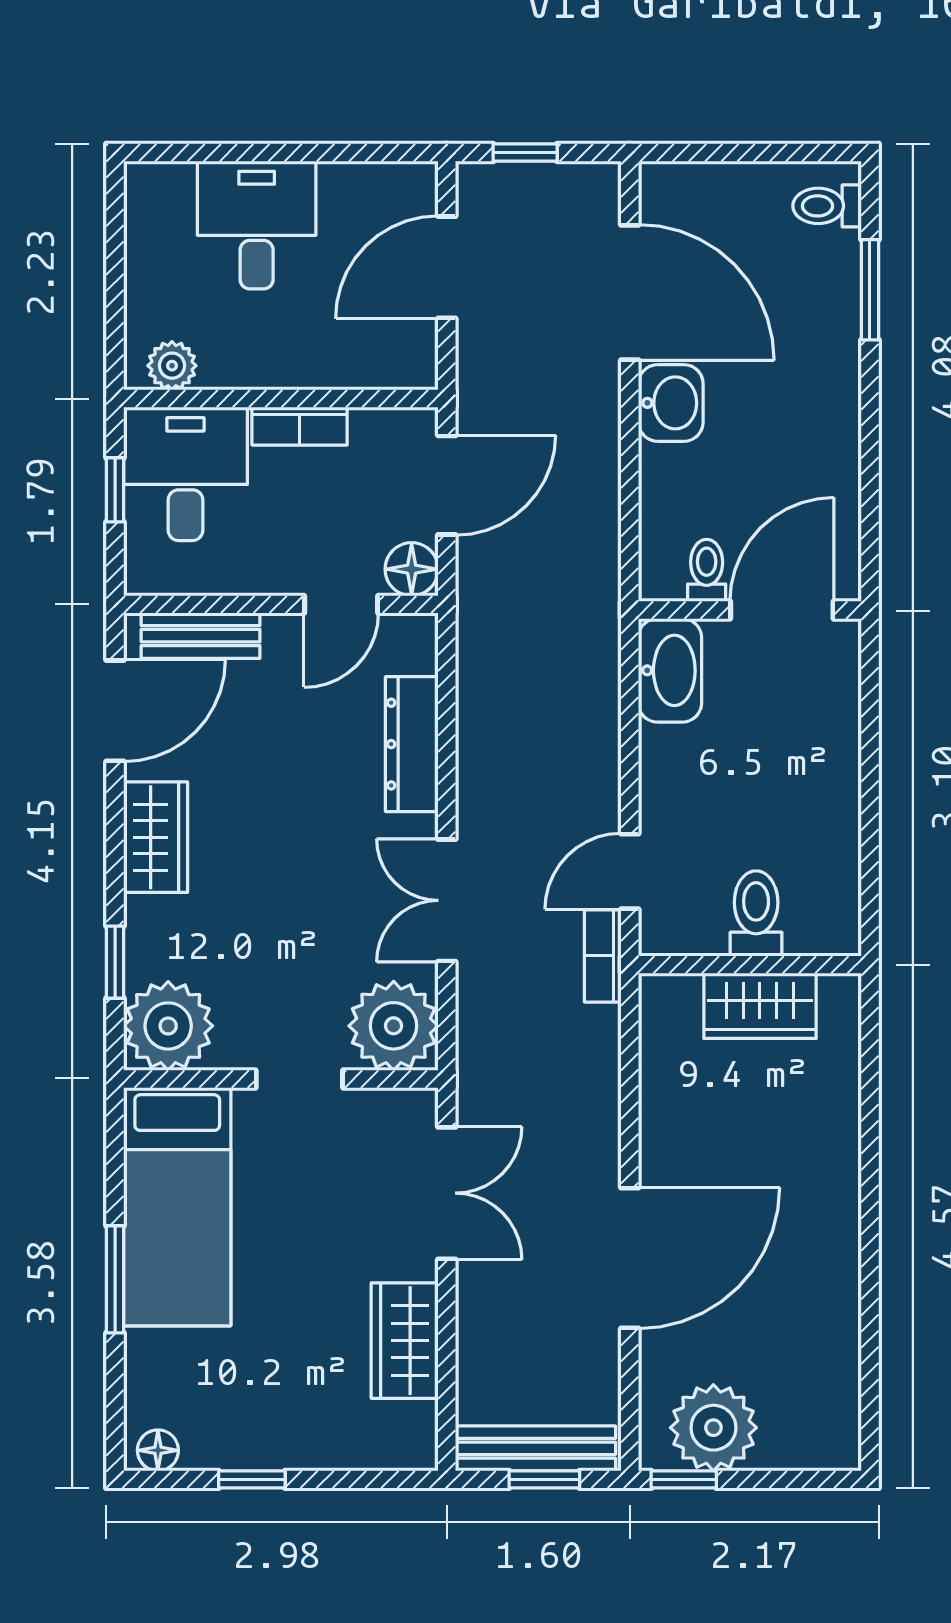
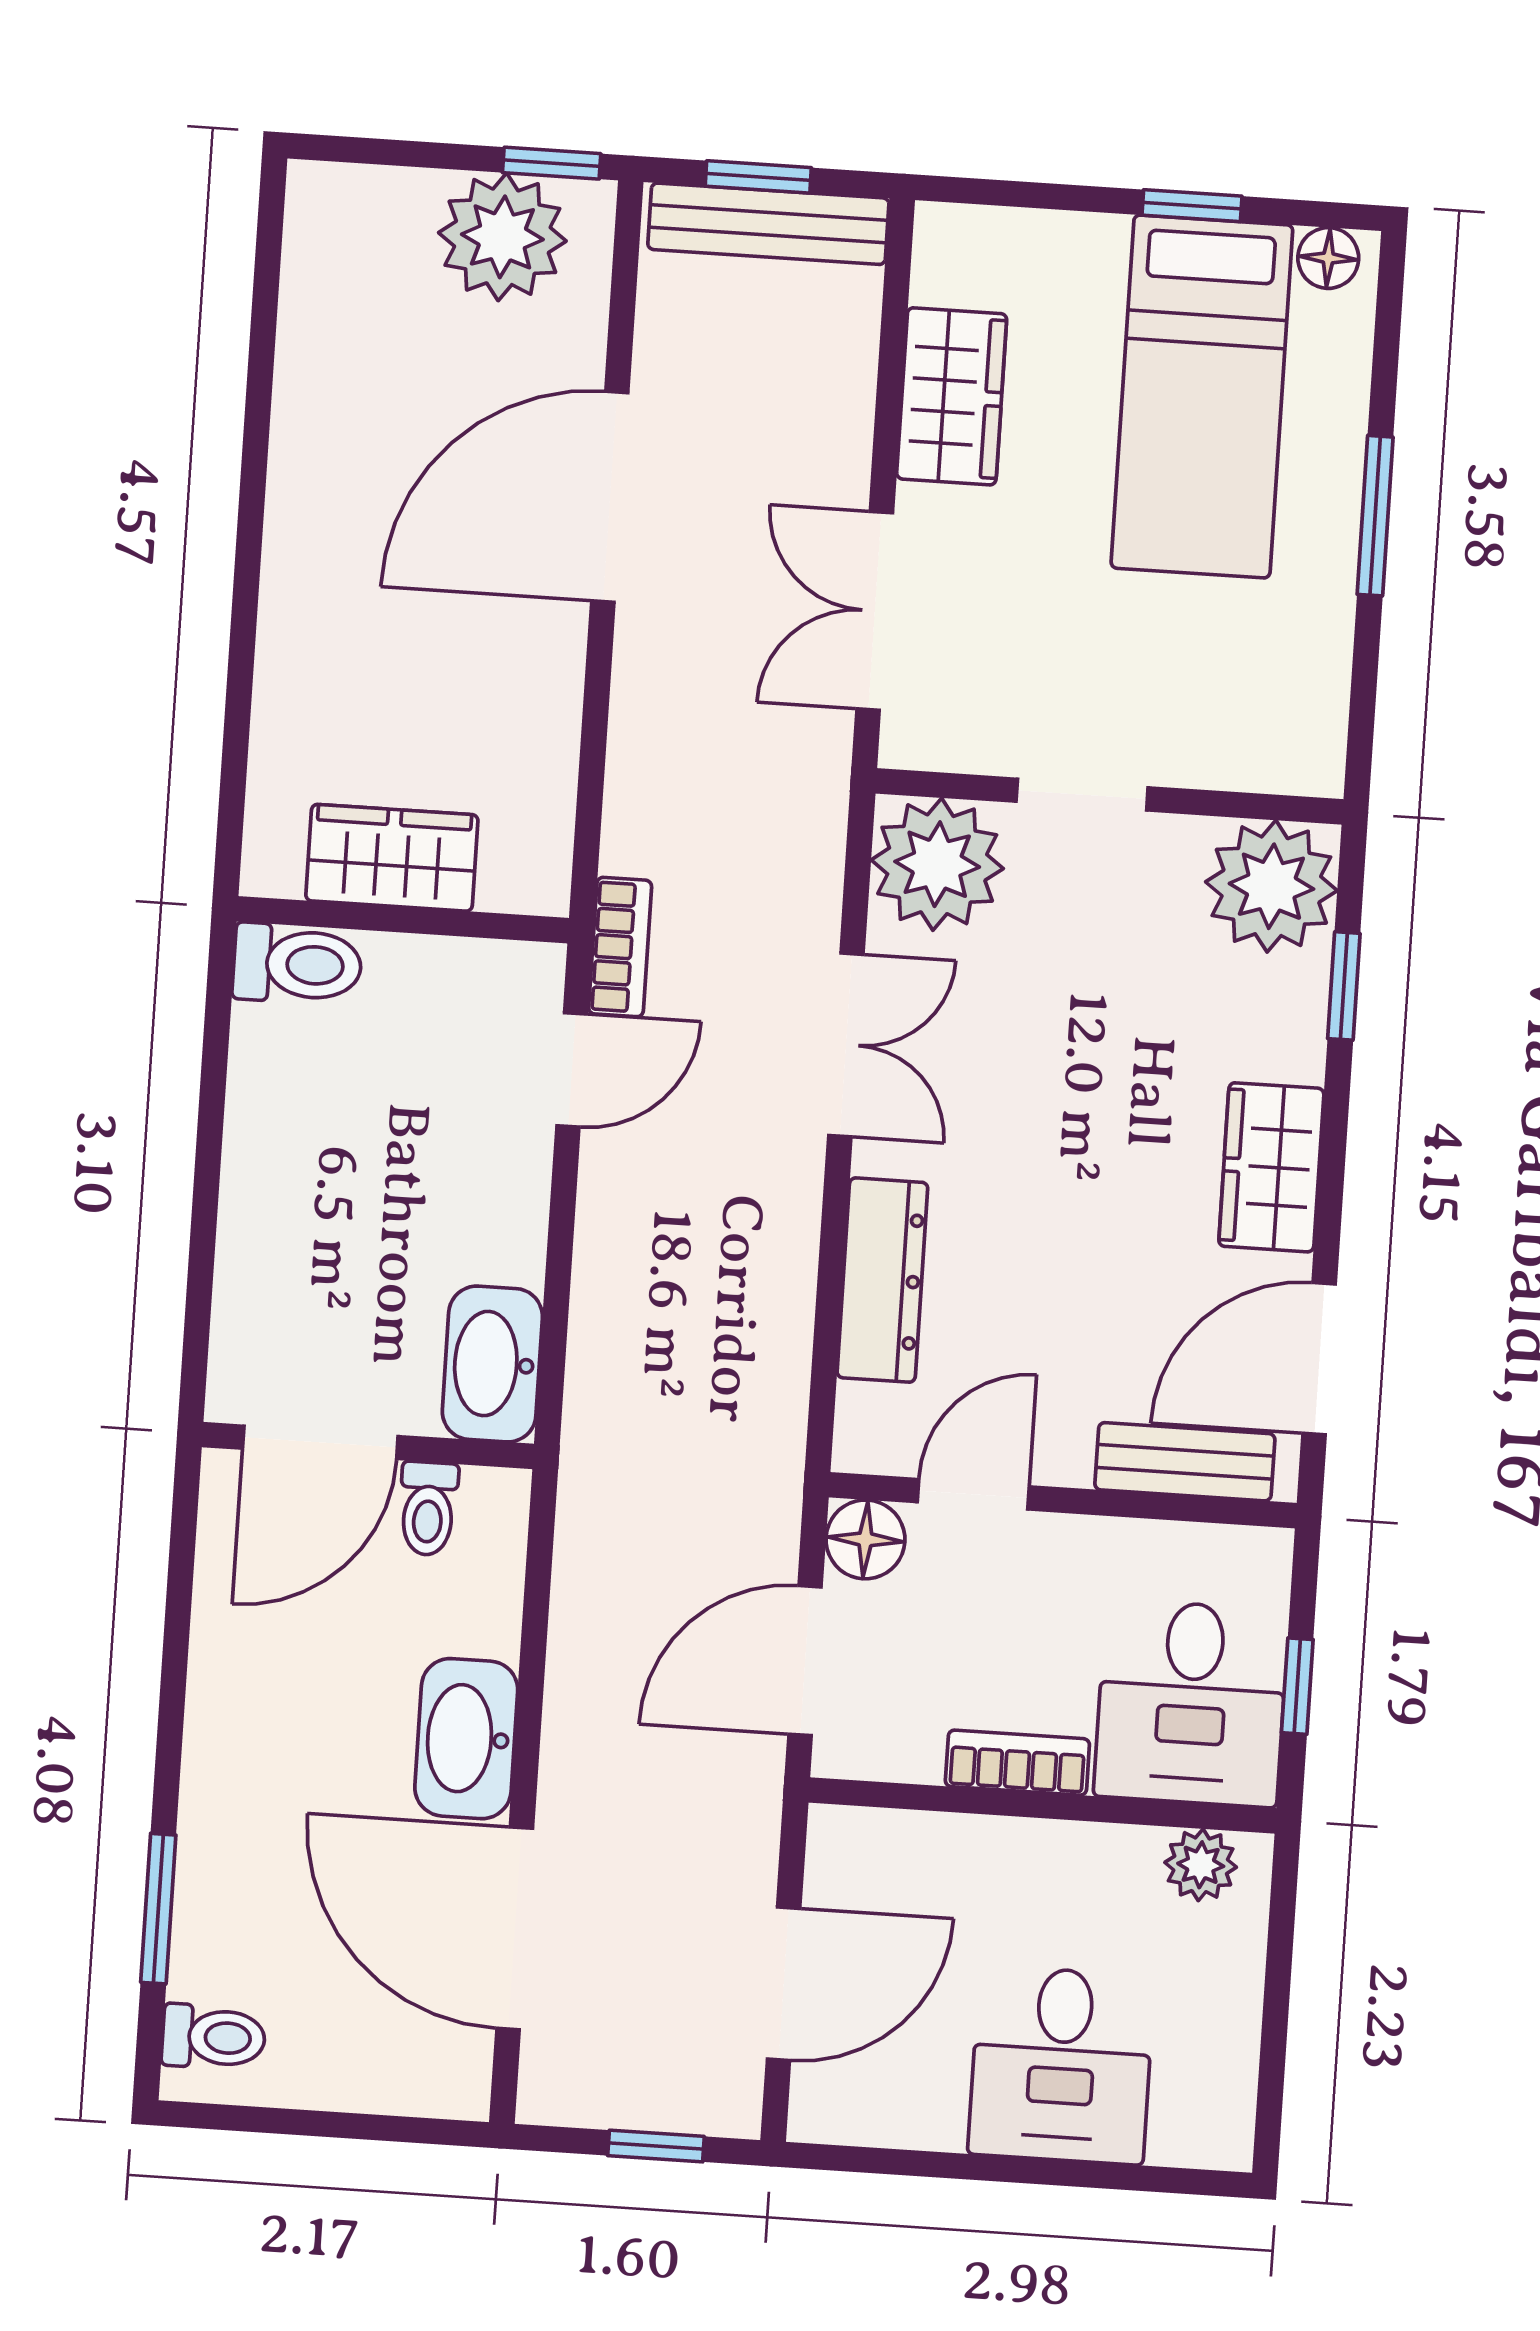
washbasin: (671, 403) -> (466, 1739), width x1.38
toilet: (756, 913) -> (297, 964), moved, turned -90
bed: (177, 1207) -> (1202, 397), moved, turned 180

